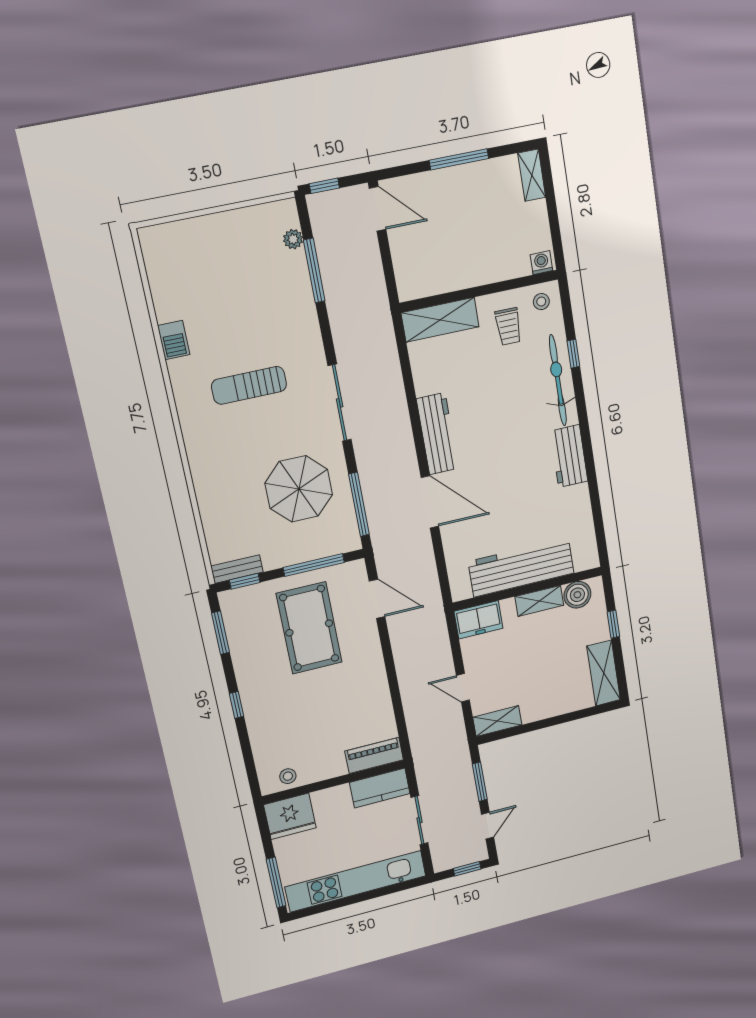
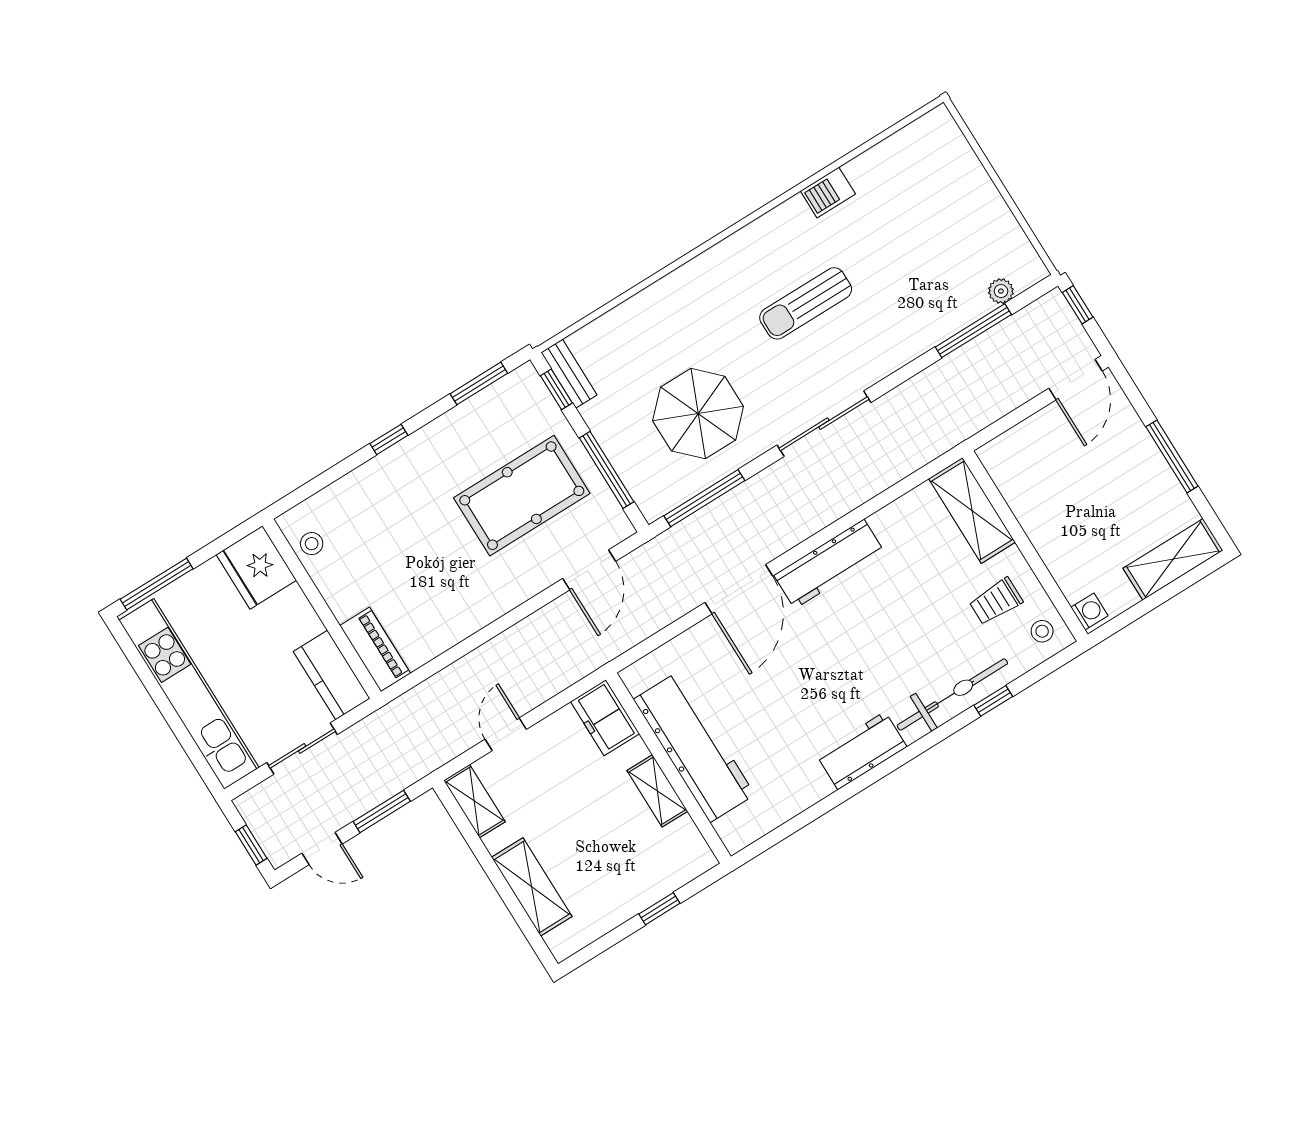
shelving: (532, 175) -> (1173, 559), width x1.50, depth x1.33
sun lounger: (249, 385) -> (806, 303), turned -90
boiler: (577, 595) -> (683, 840), removed
shelving: (604, 673) -> (532, 887), moved, turned 90

